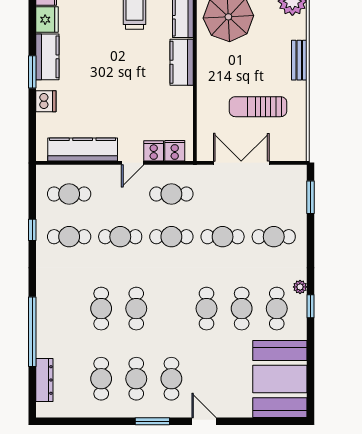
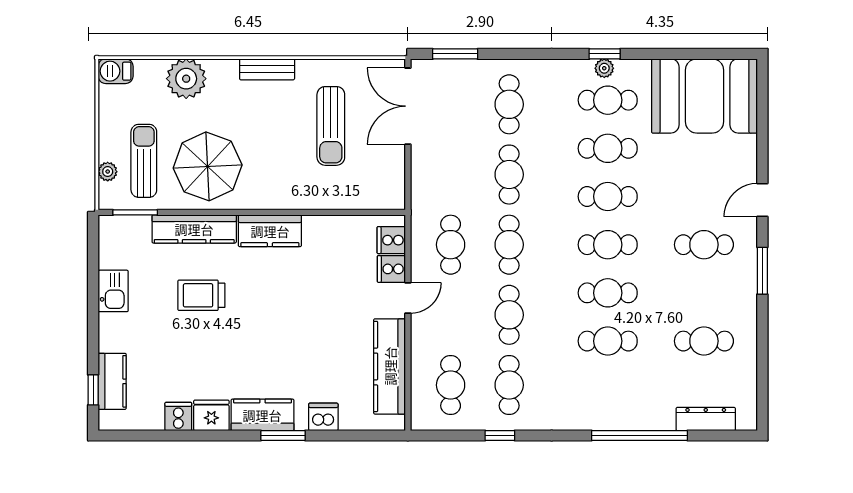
door: (133, 163) -> (408, 298), hinge flipped
double door: (241, 163) -> (408, 106), moved
plant: (300, 287) -> (604, 68), moved
cafe table: (136, 379) -> (608, 245), moved

